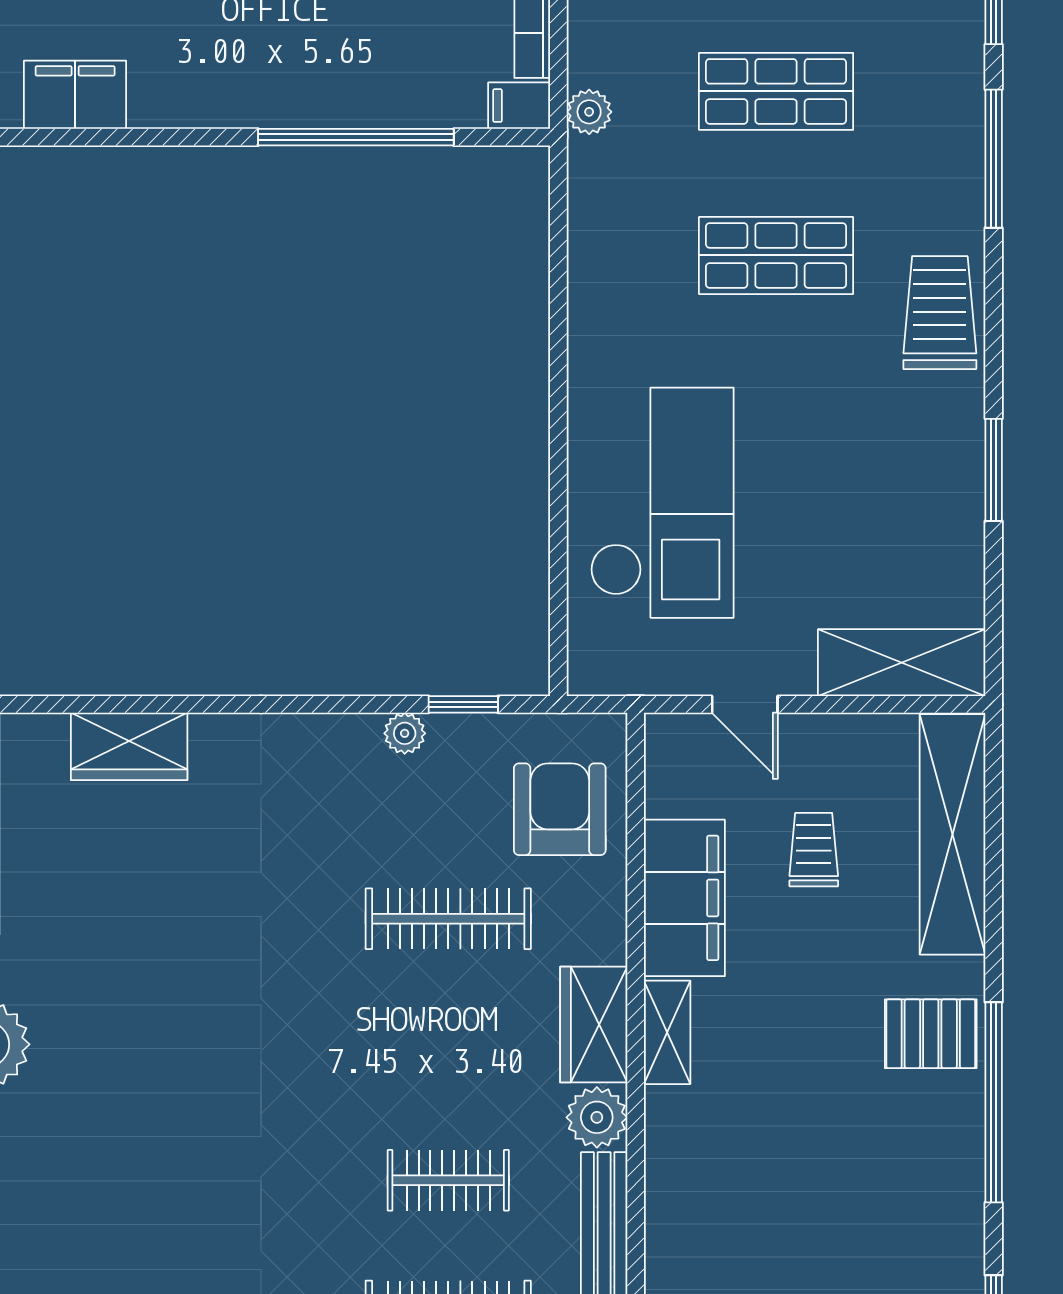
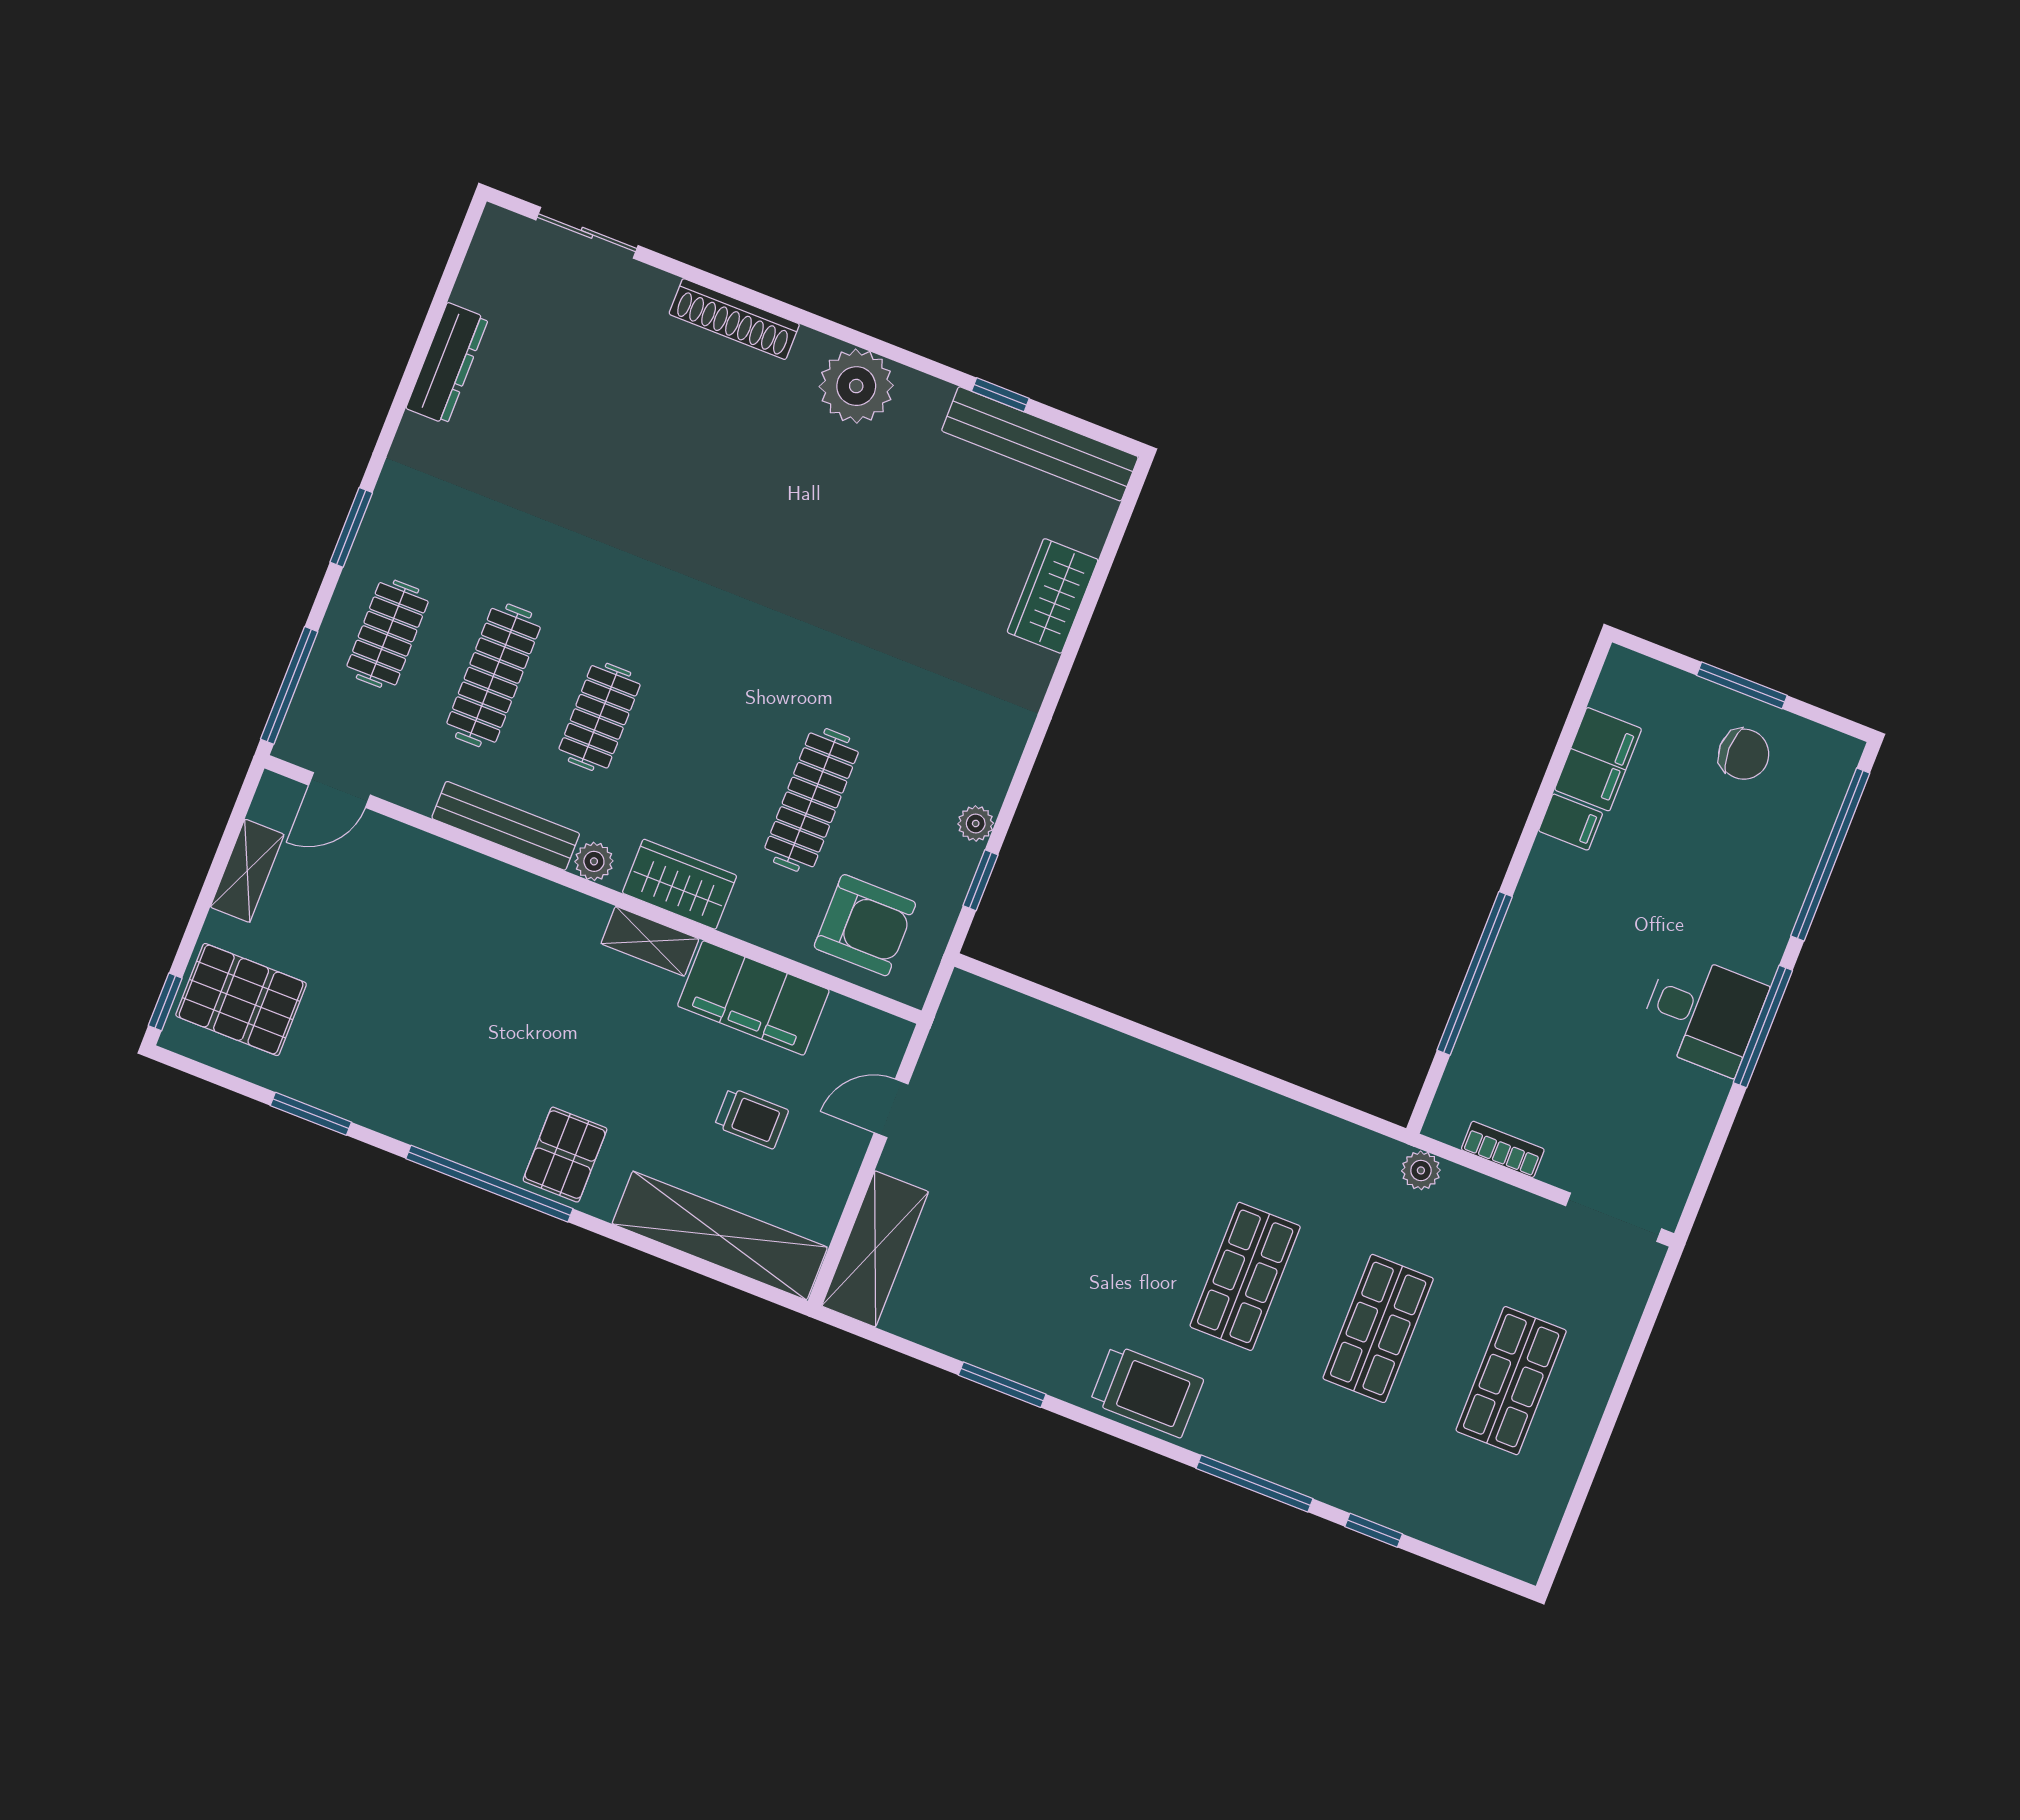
filing cabinet: (519, 106) -> (1571, 822), moved, turned 90
checkout: (662, 503) -> (1081, 1105), removed
plant: (597, 1117) -> (594, 861), width x0.73, depth x0.73

